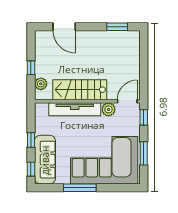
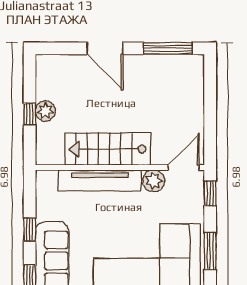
door: (64, 27) -> (105, 48), moved
window: (117, 27) -> (168, 48), width x1.44
plant: (41, 84) -> (45, 111), moved

